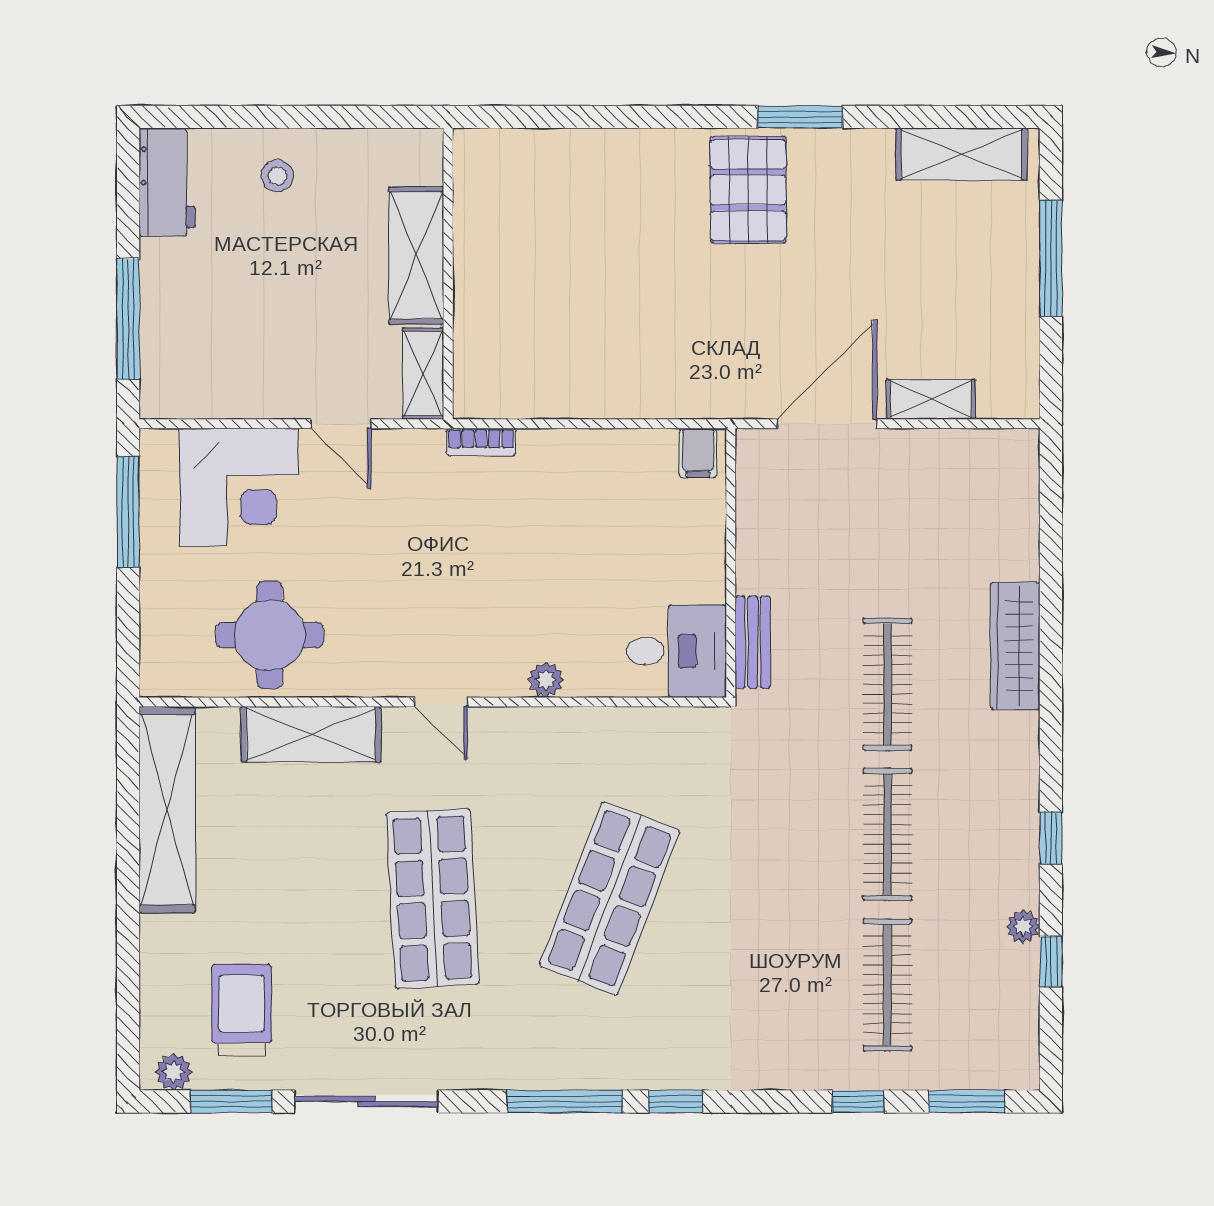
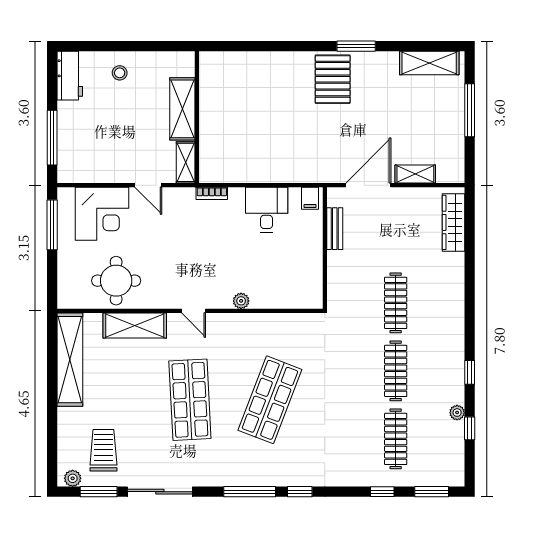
bench: (753, 642) -> (335, 229), moved
wardrobe: (1015, 646) -> (453, 222), moved
desk: (676, 651) -> (267, 210), moved, turned -90

